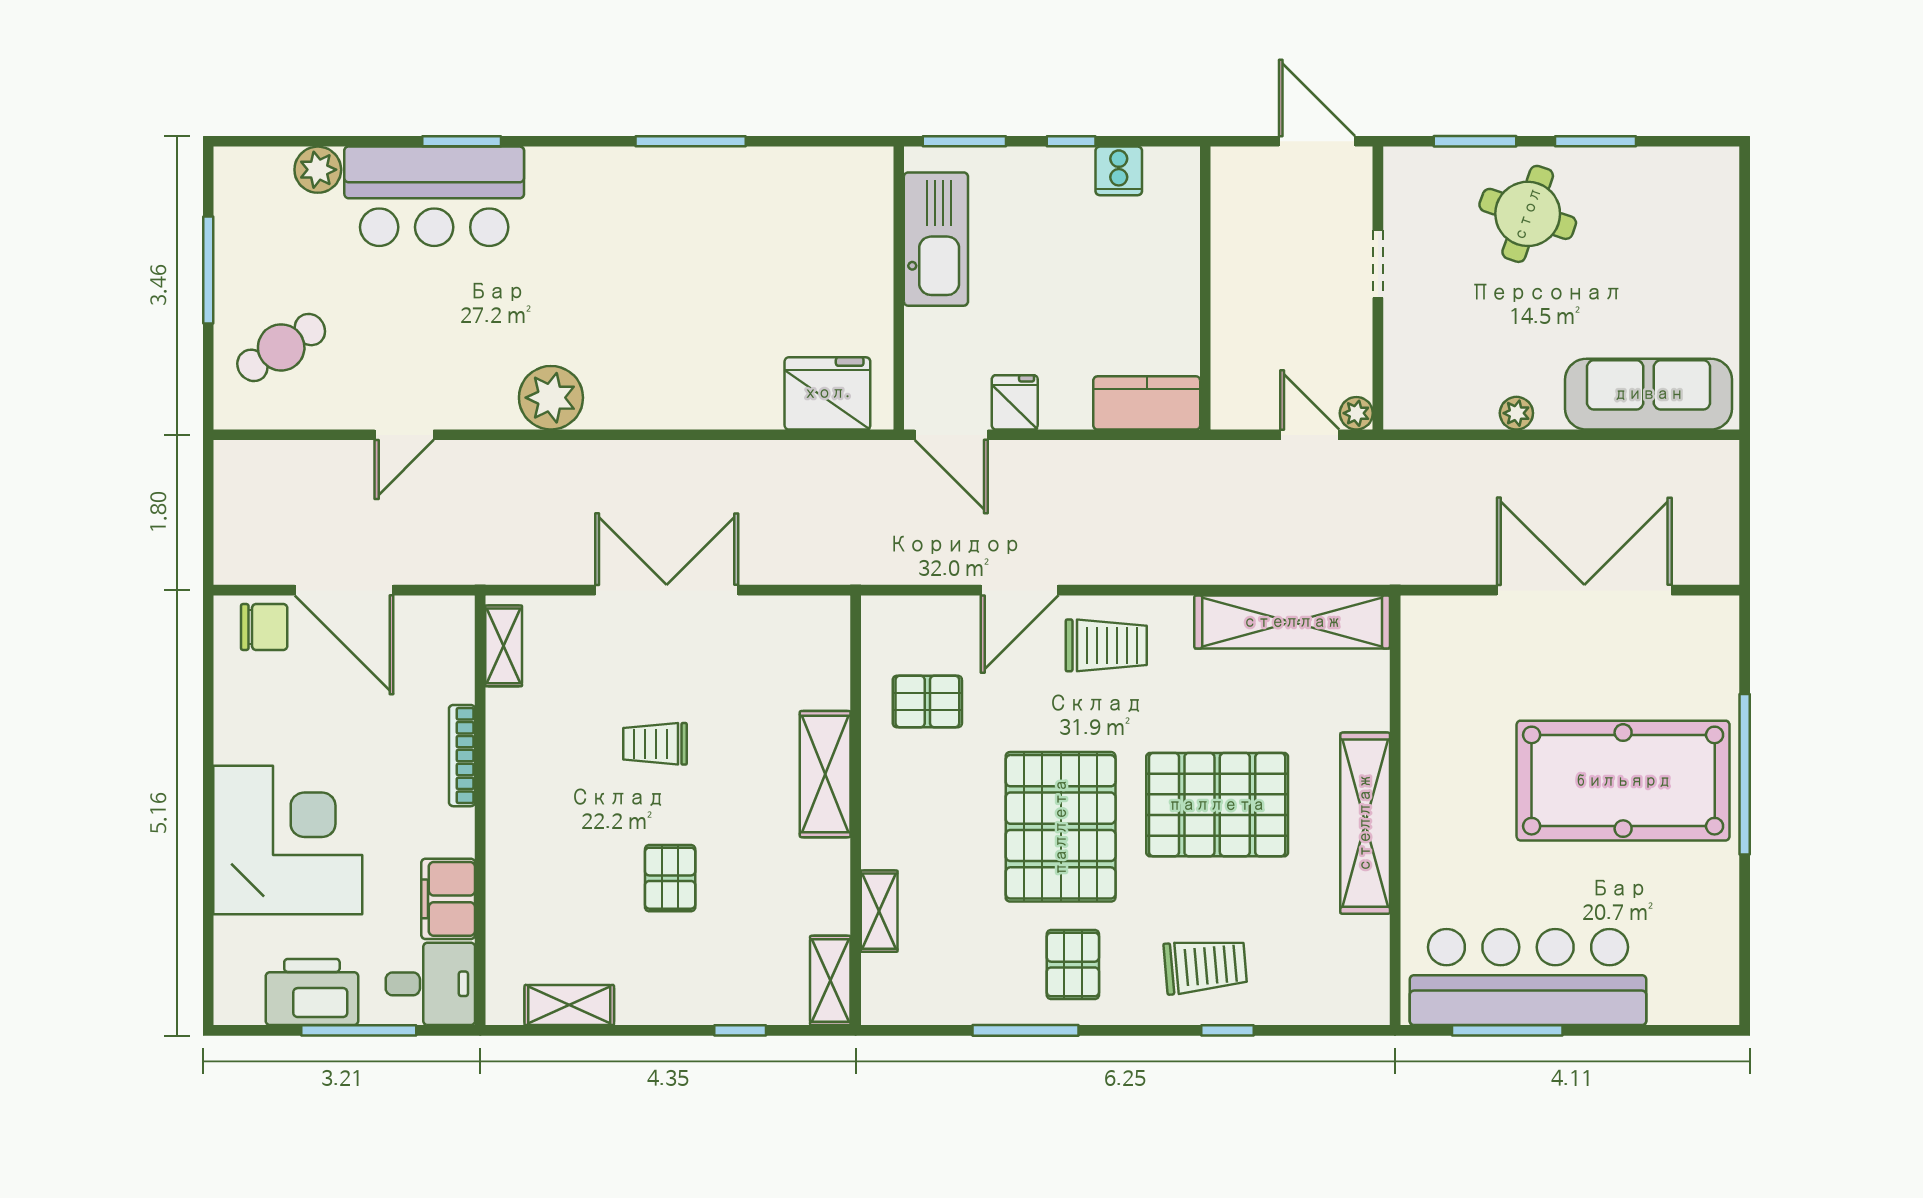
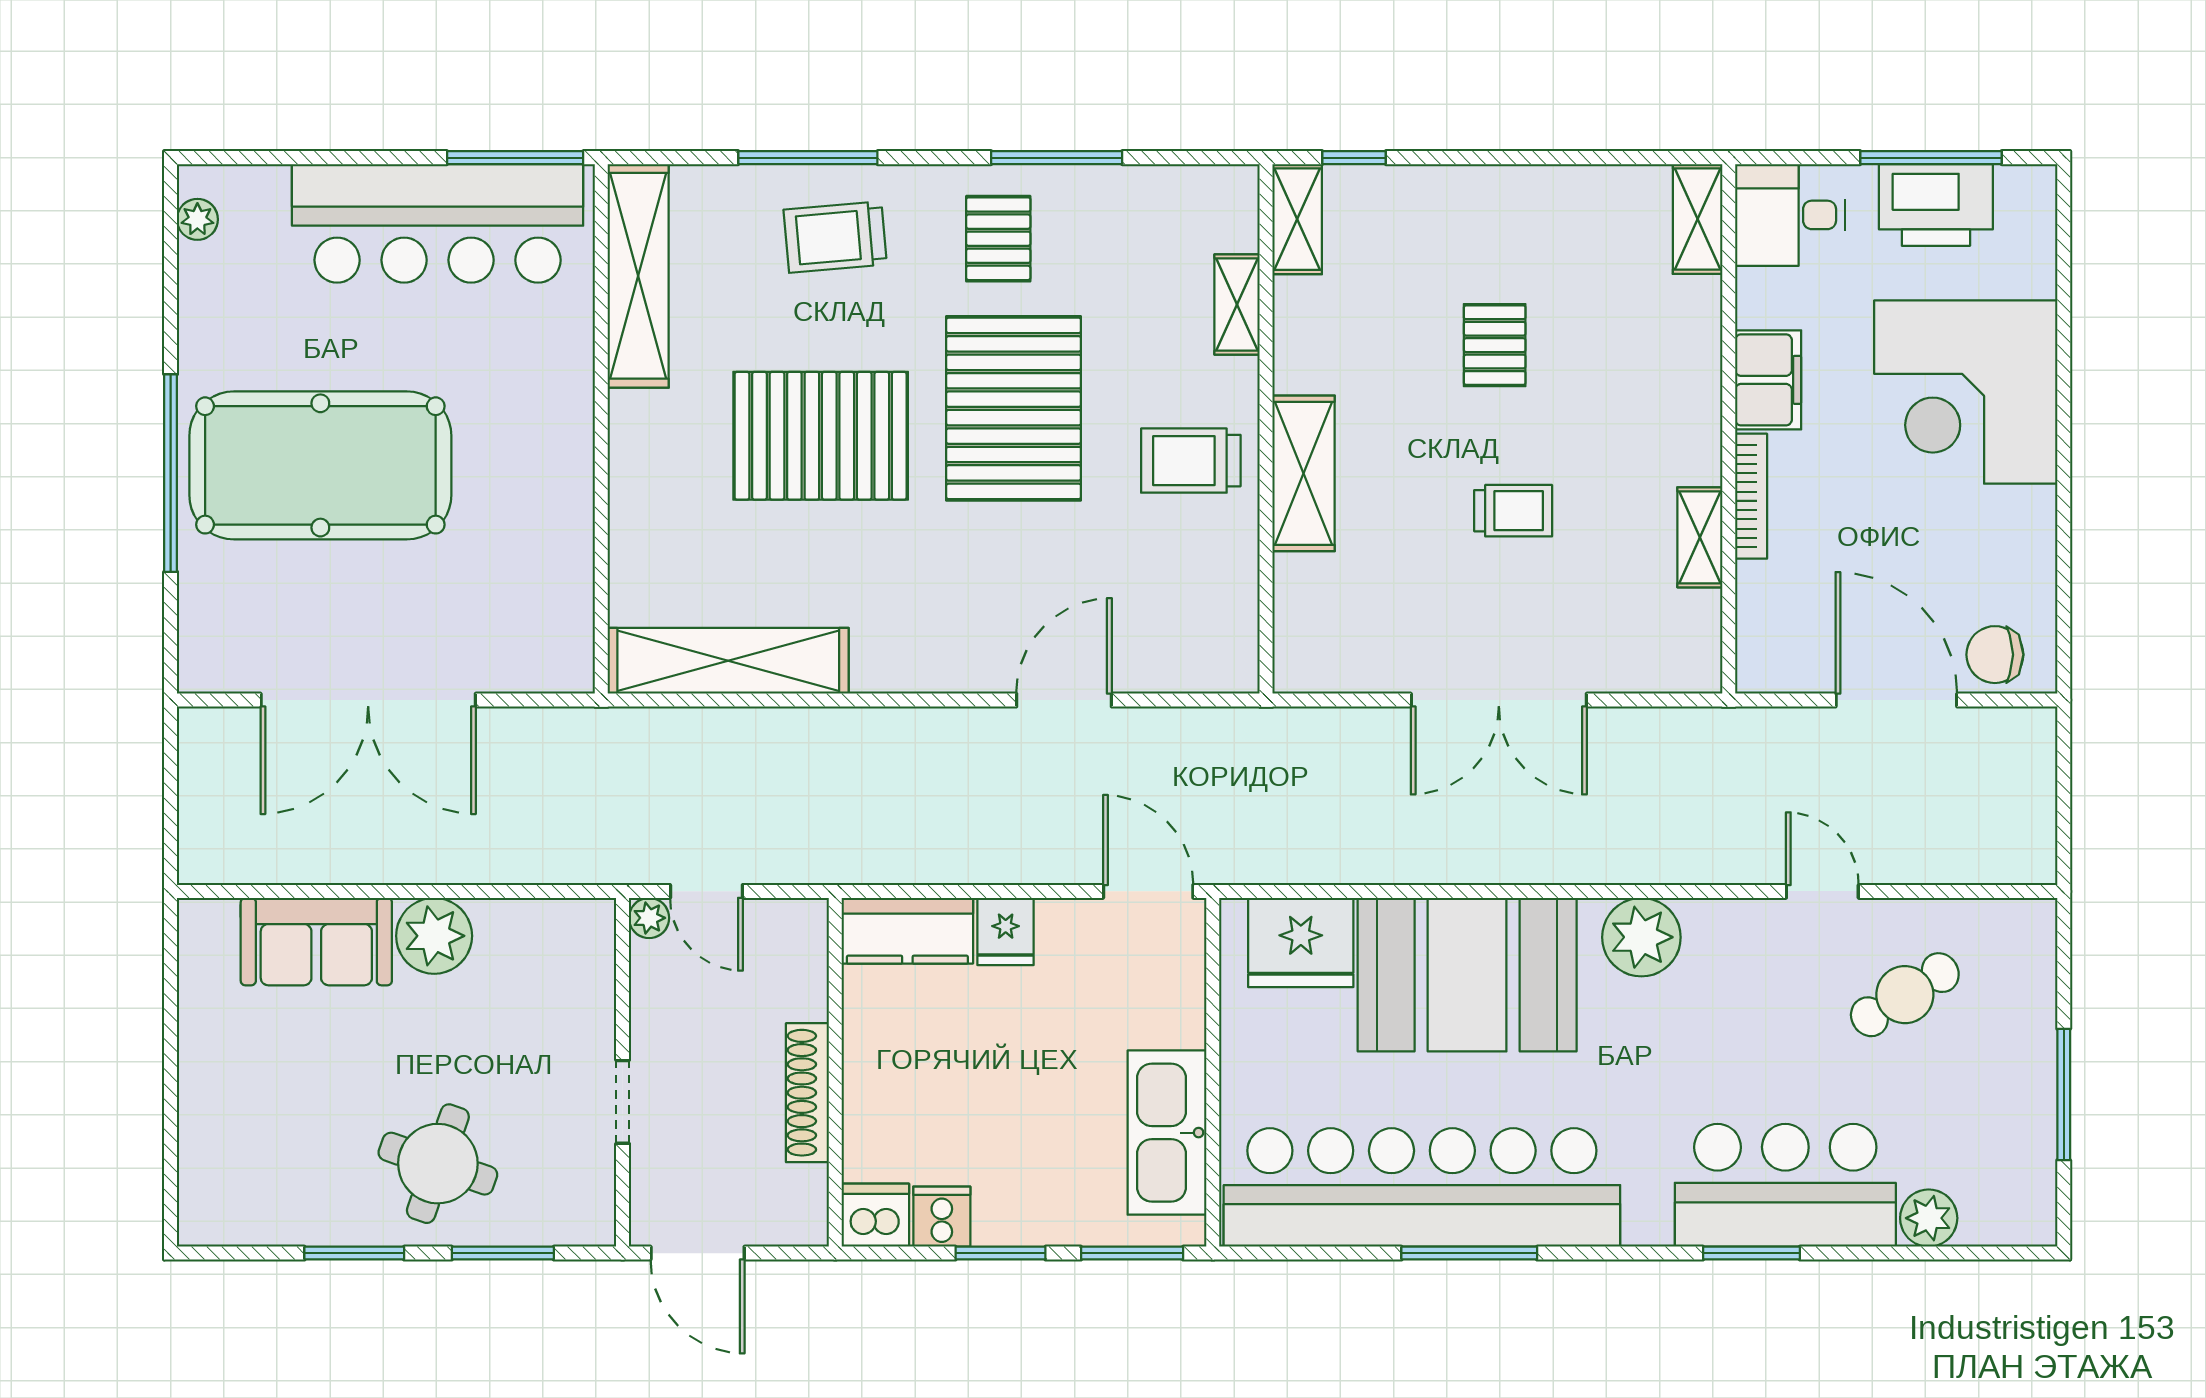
window: (1071, 141) -> (1001, 1253), width x1.50
dishwasher: (1173, 172) -> (875, 1215), added
bar counter: (729, 195) -> (1422, 1187), added
shoe rack: (1228, 271) -> (807, 1093), added
cafe table: (281, 347) -> (1905, 995), moved
booth: (692, 367) -> (1467, 975), added
sofa: (1649, 394) -> (316, 942), width x0.73
fridge: (1015, 402) -> (1006, 931), moved
plant: (1516, 413) -> (434, 936), width x1.87, depth x1.87
door: (404, 435) -> (1822, 891), hinge flipped
trolley: (1106, 645) -> (1191, 461), moved
shelving: (504, 646) -> (1700, 537), moved
pallet: (927, 702) -> (1178, 563), removed
shelving: (1365, 823) -> (638, 276), moved
filing cabinet: (448, 899) -> (1768, 380), moved
plant: (1723, 980) -> (197, 219), added
shelving: (569, 1005) -> (1698, 219), moved, turned 90
window: (359, 1030) -> (1931, 158), moved
window: (740, 1030) -> (1354, 158), moved
window: (1227, 1030) -> (808, 158), width x2.17
window: (1507, 1030) -> (515, 158), moved

